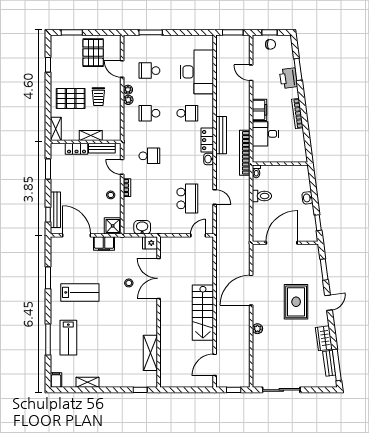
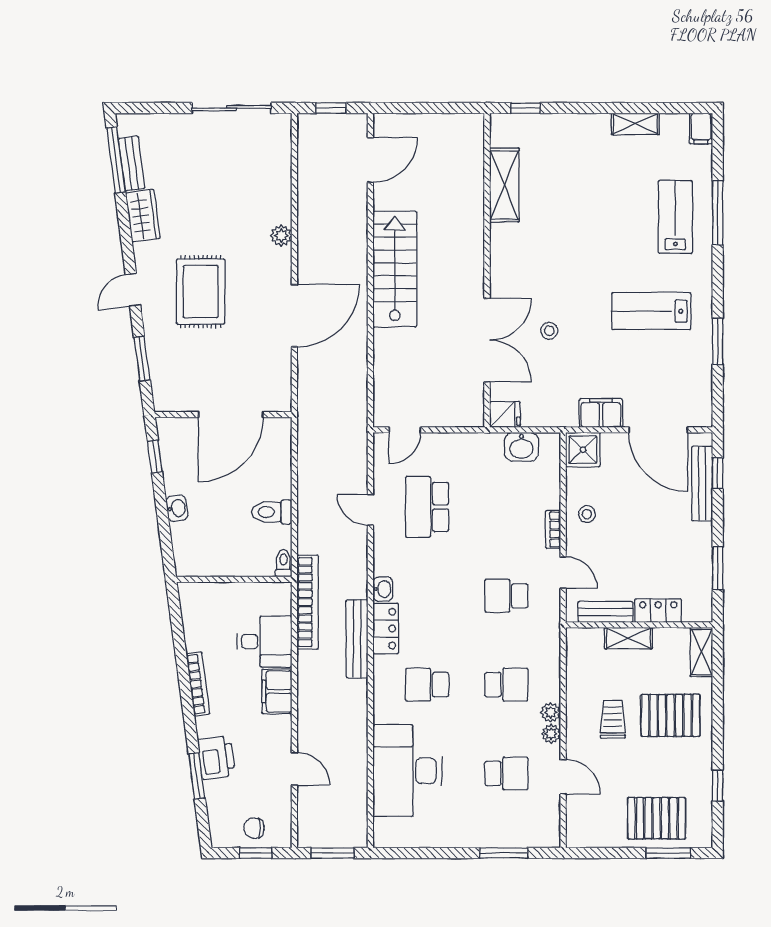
pallet: (93, 53) -> (657, 818), moved, turned 90

